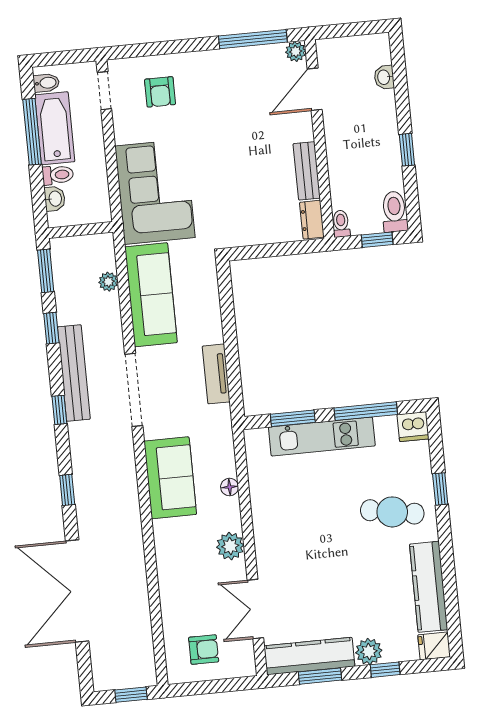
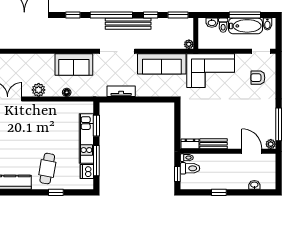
toilet: (394, 212) -> (190, 168), moved
plant: (108, 282) -> (189, 44), moved
window: (59, 410) -> (111, 15), width x3.17
dishwasher: (413, 427) -> (87, 171), moved

